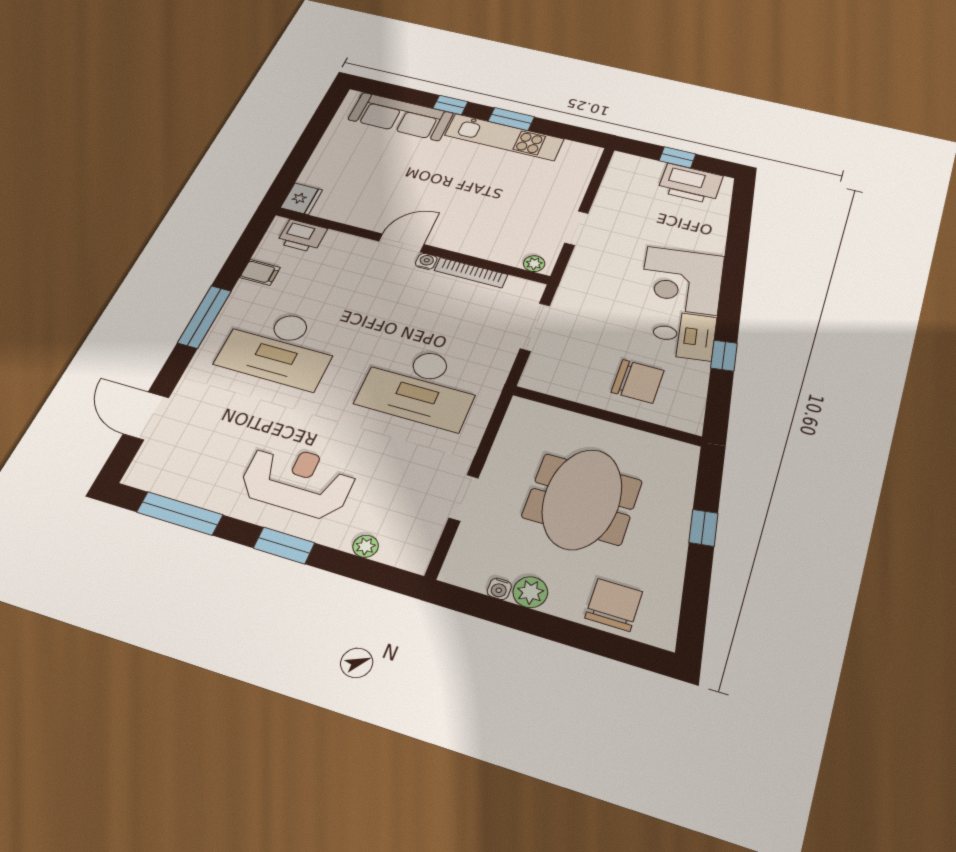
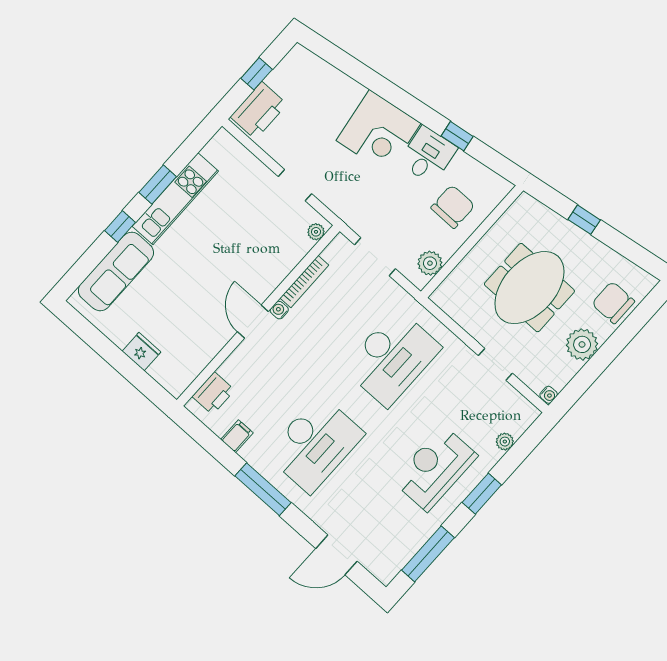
printer: (690, 184) -> (259, 110), moved
fridge: (302, 199) -> (141, 352), moved
plant: (556, 383) -> (430, 263), added
meeting table: (582, 499) -> (529, 288), turned 90
water cooler: (499, 589) -> (549, 395), moved
plant: (530, 592) -> (582, 344), width x1.36, depth x1.36

